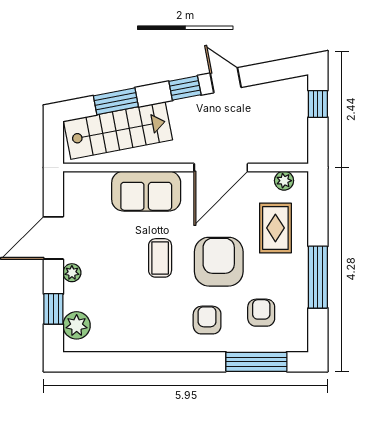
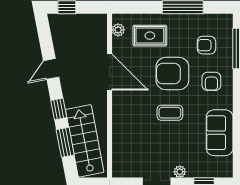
window: (185, 88) -> (59, 109), moved
sofa: (146, 191) -> (220, 133), moved, turned 180
armchair: (207, 320) -> (211, 81), turned -90
plant: (77, 325) -> (215, 169), removed

